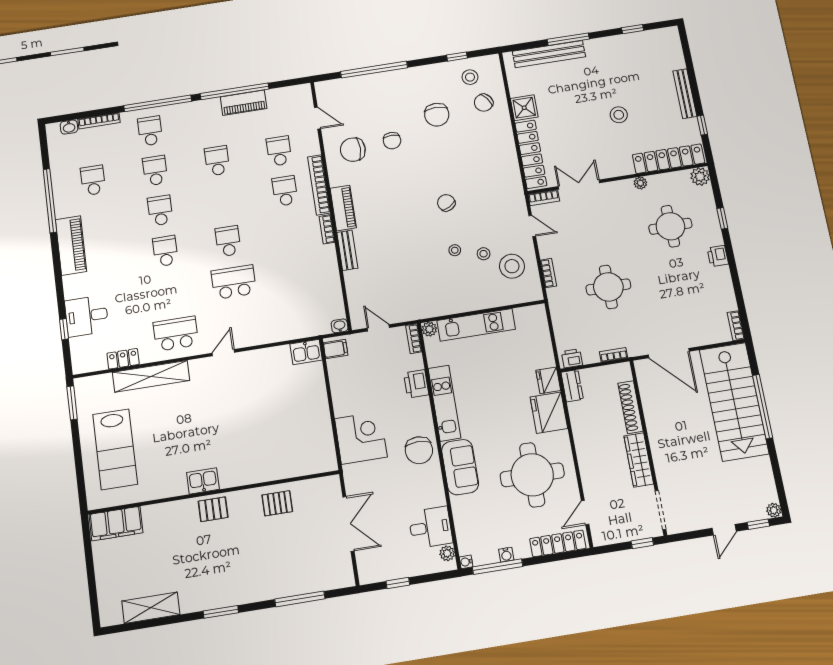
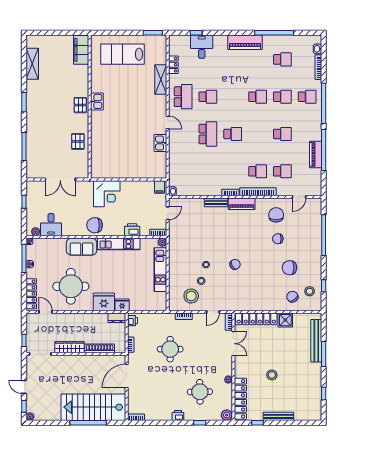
school desk: (165, 251) -> (208, 97), moved
kitchen sink: (306, 352) -> (160, 143), moved
shelving: (151, 376) -> (161, 79), width x0.68

